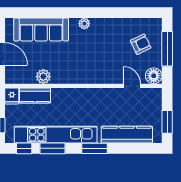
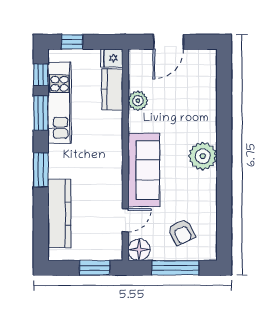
plant: (84, 24) -> (203, 156), width x1.88, depth x1.88
sofa: (41, 30) -> (144, 170), moved, turned 180
window: (167, 122) -> (95, 268), moved
kitchen unit: (56, 135) -> (59, 103), width x0.73

